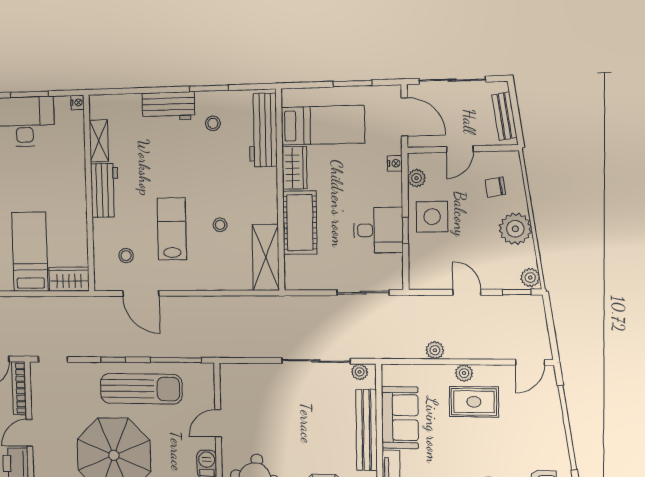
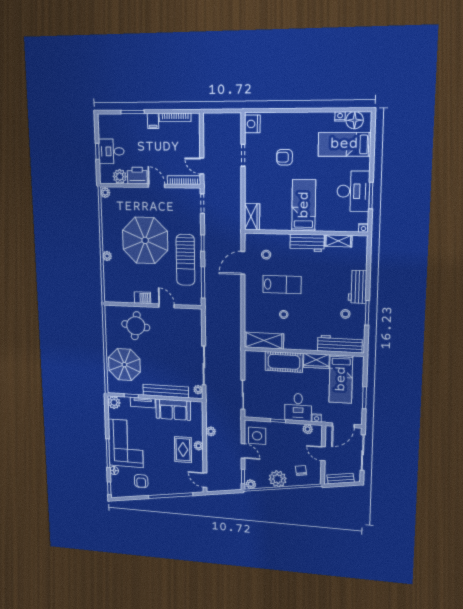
side table: (432, 217) -> (257, 436), moved
desk: (378, 230) -> (298, 407), moved
bed: (30, 252) -> (304, 205), moved, turned -90
door: (467, 292) -> (243, 451), hinge flipped

